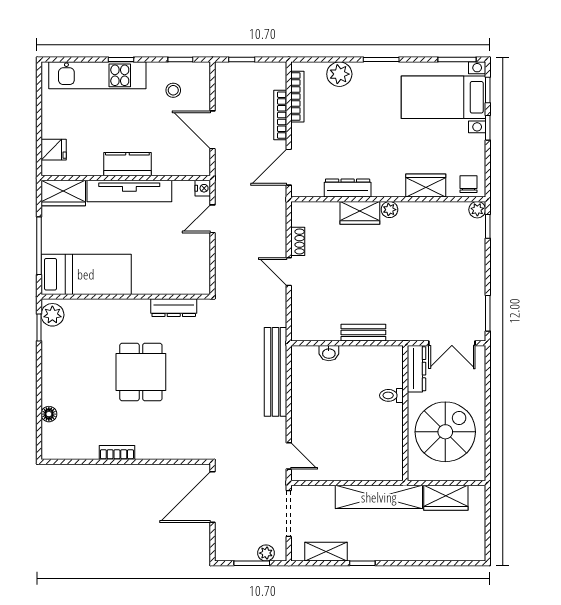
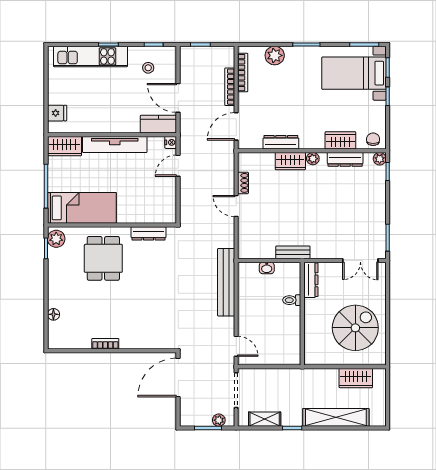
kitchen counter: (127, 164) -> (158, 124), moved
dresser: (432, 211) -> (345, 159), added
dresser: (416, 369) -> (311, 280), moved
dining table: (141, 372) -> (103, 258), moved
toilet: (391, 395) -> (292, 300), moved
wall: (405, 413) -> (302, 314), moved
shelving: (379, 497) -> (336, 417), moved

